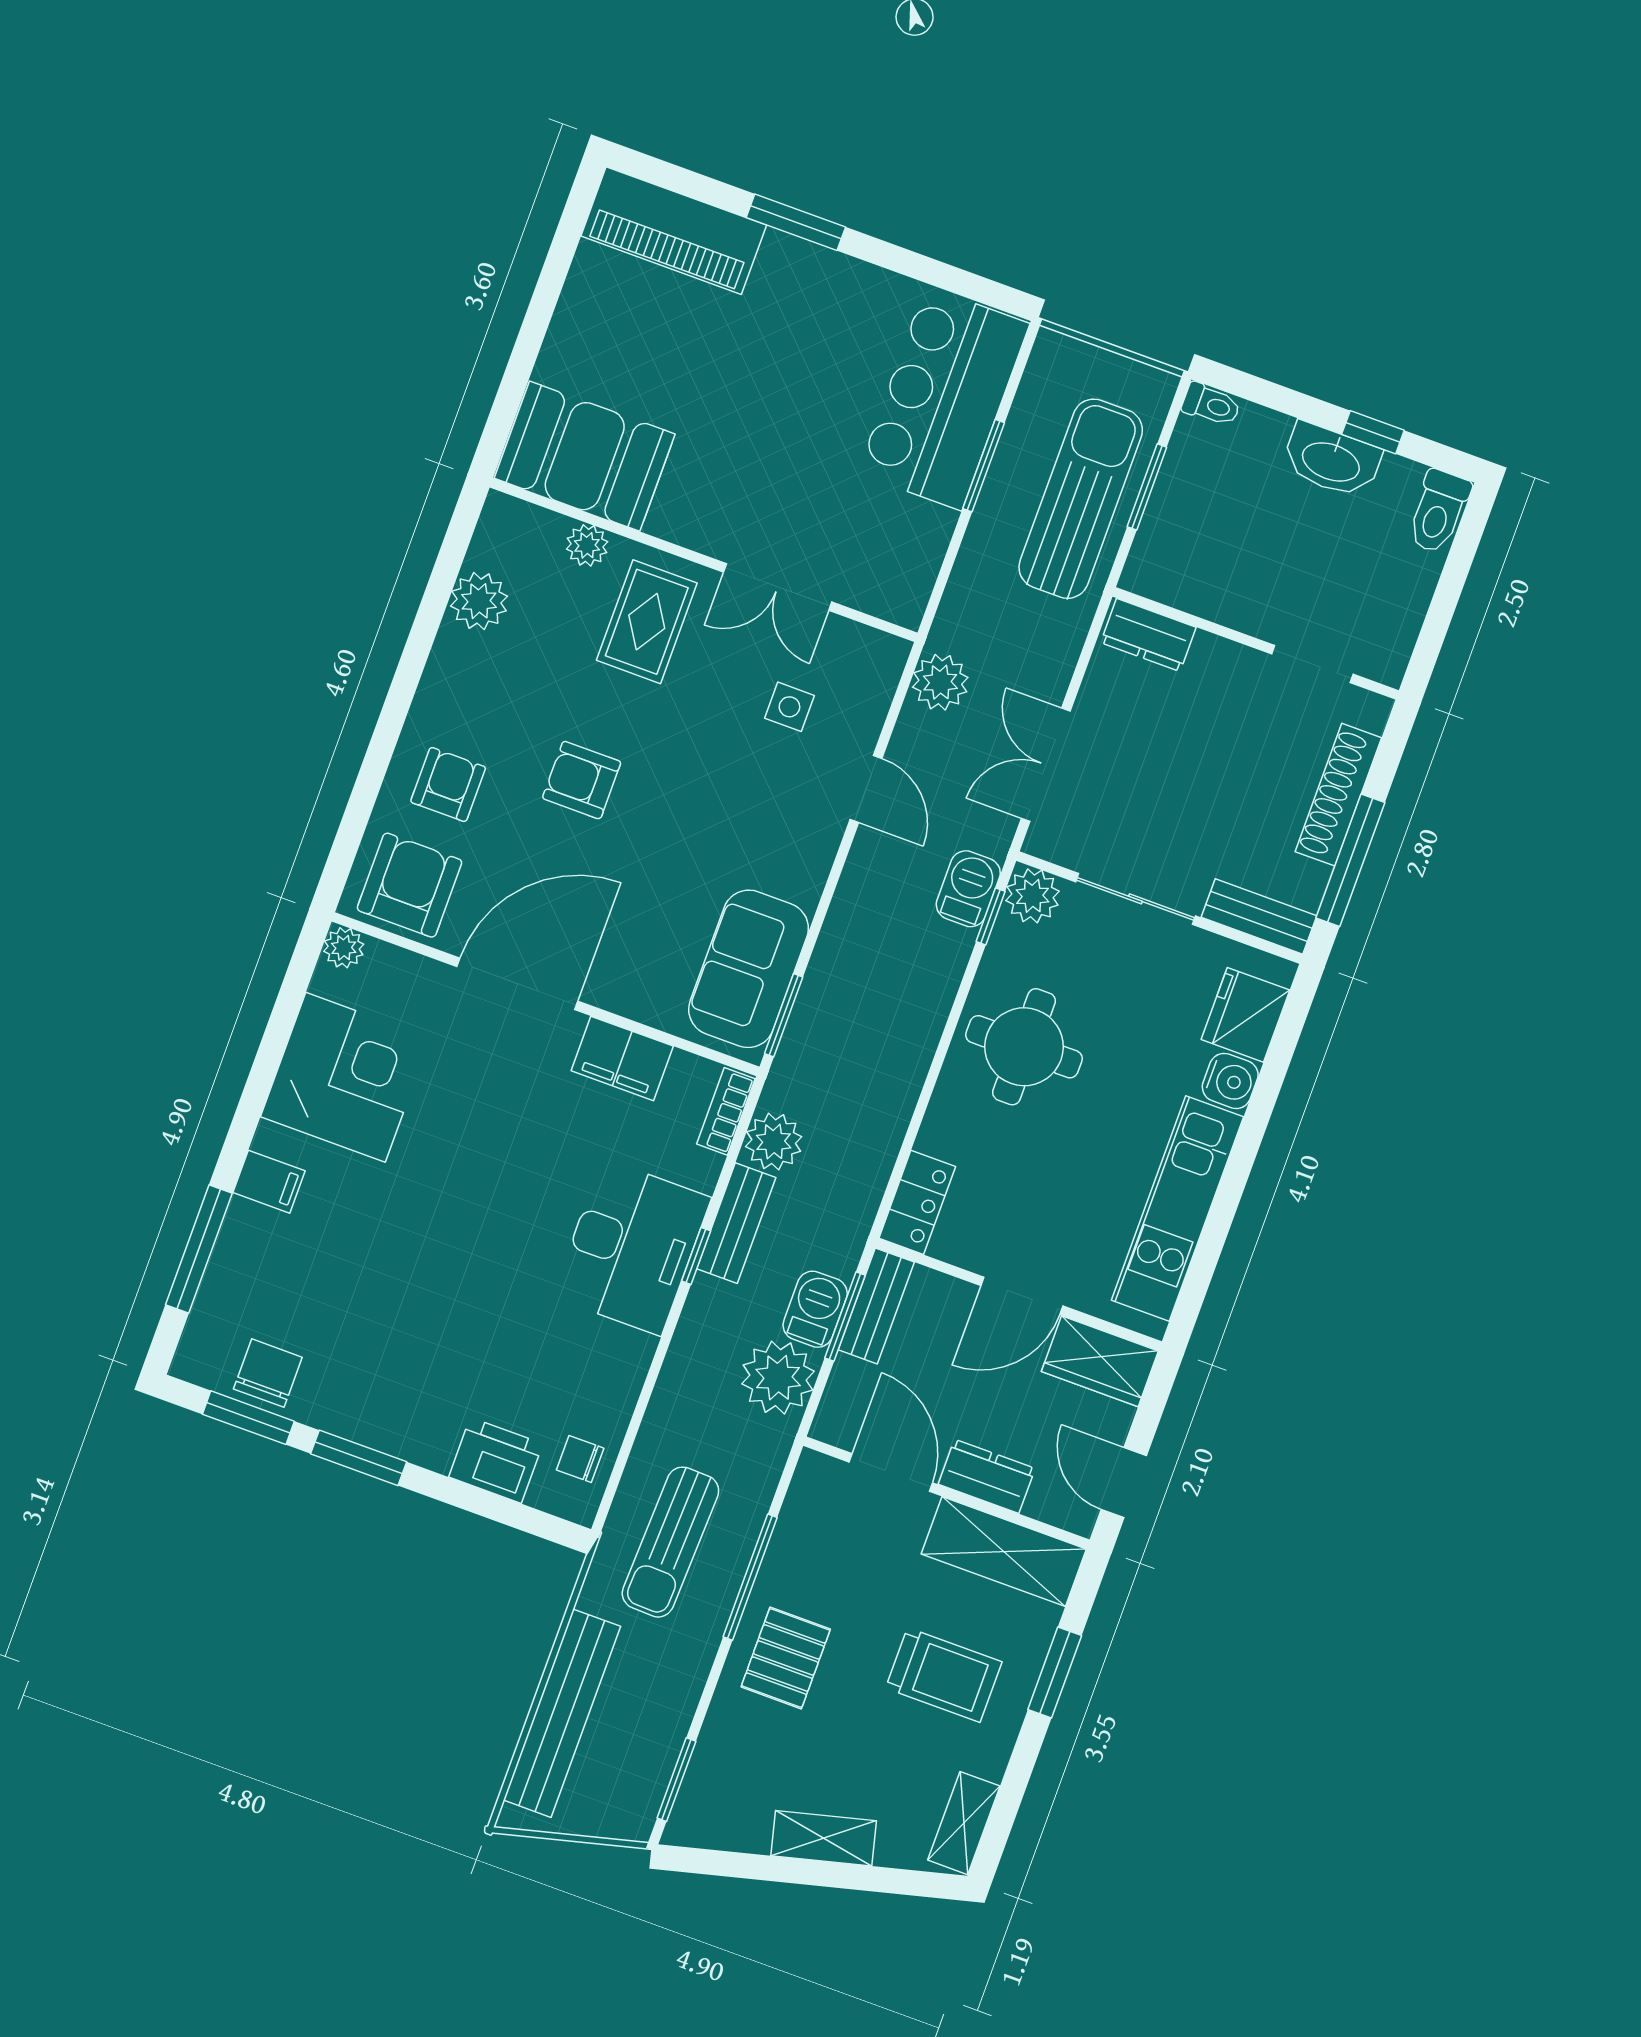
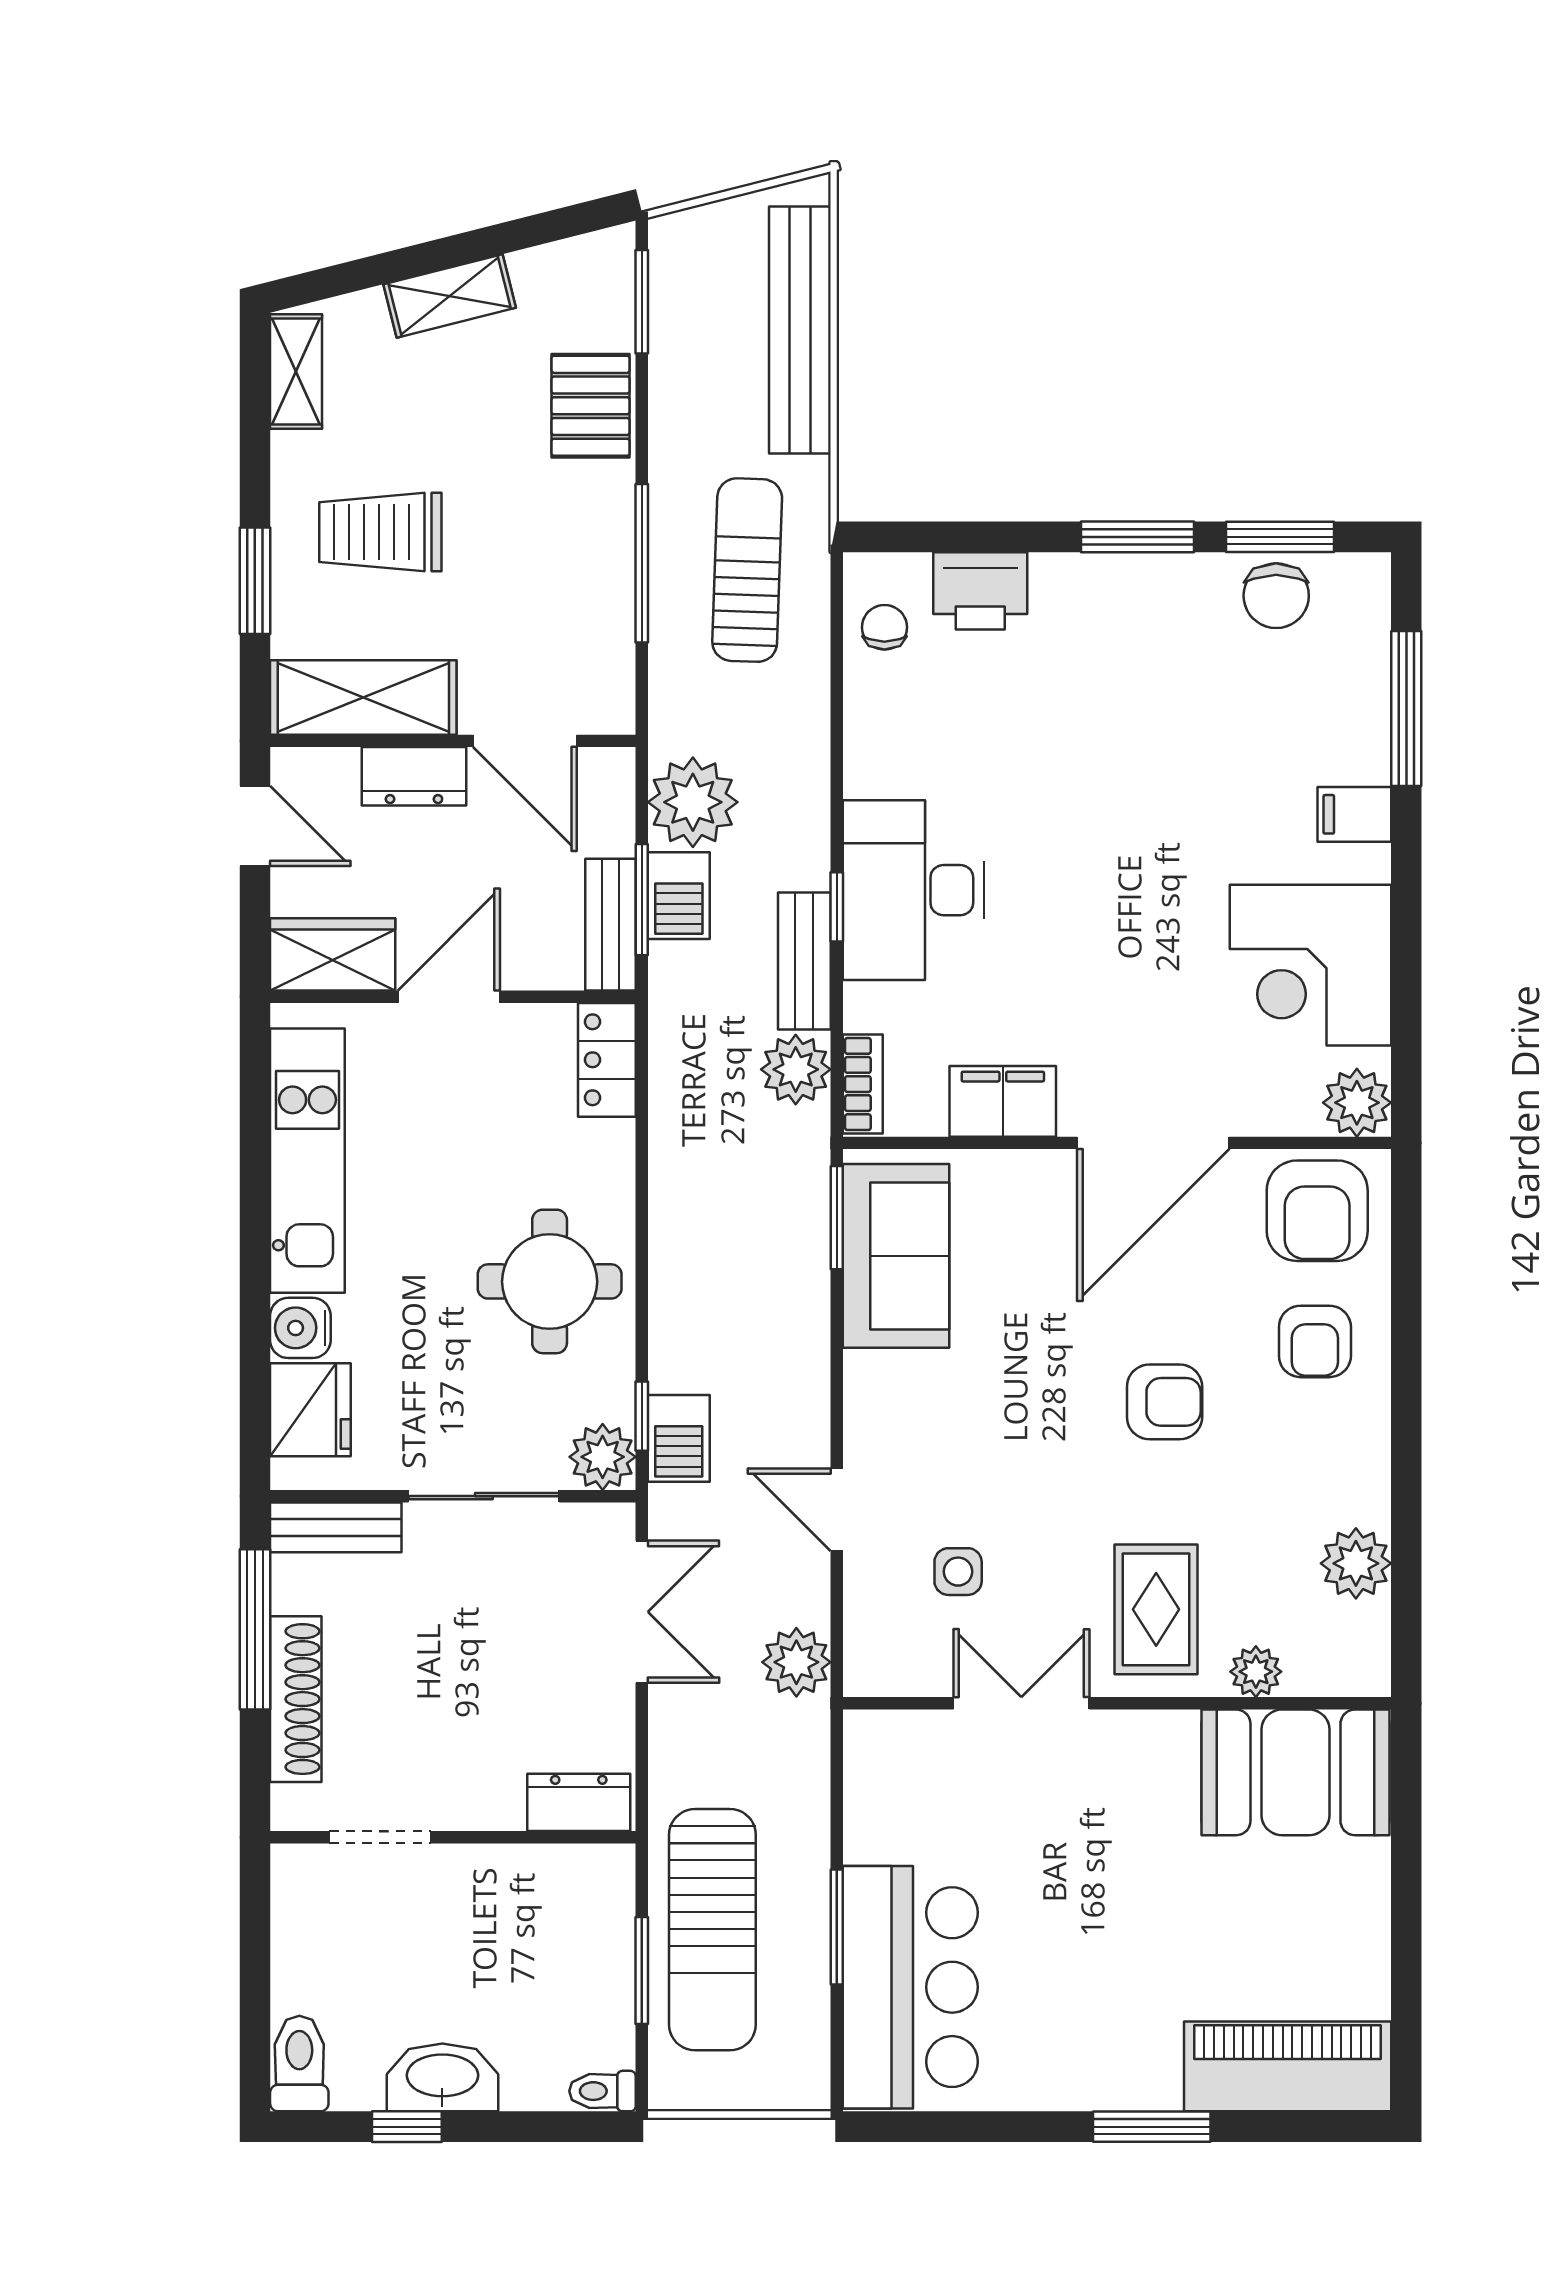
plant: (344, 948) -> (1357, 1103), width x1.38, depth x1.38
chair: (580, 1459) -> (884, 627), turned -90
pallet: (786, 1658) -> (590, 406), moved

